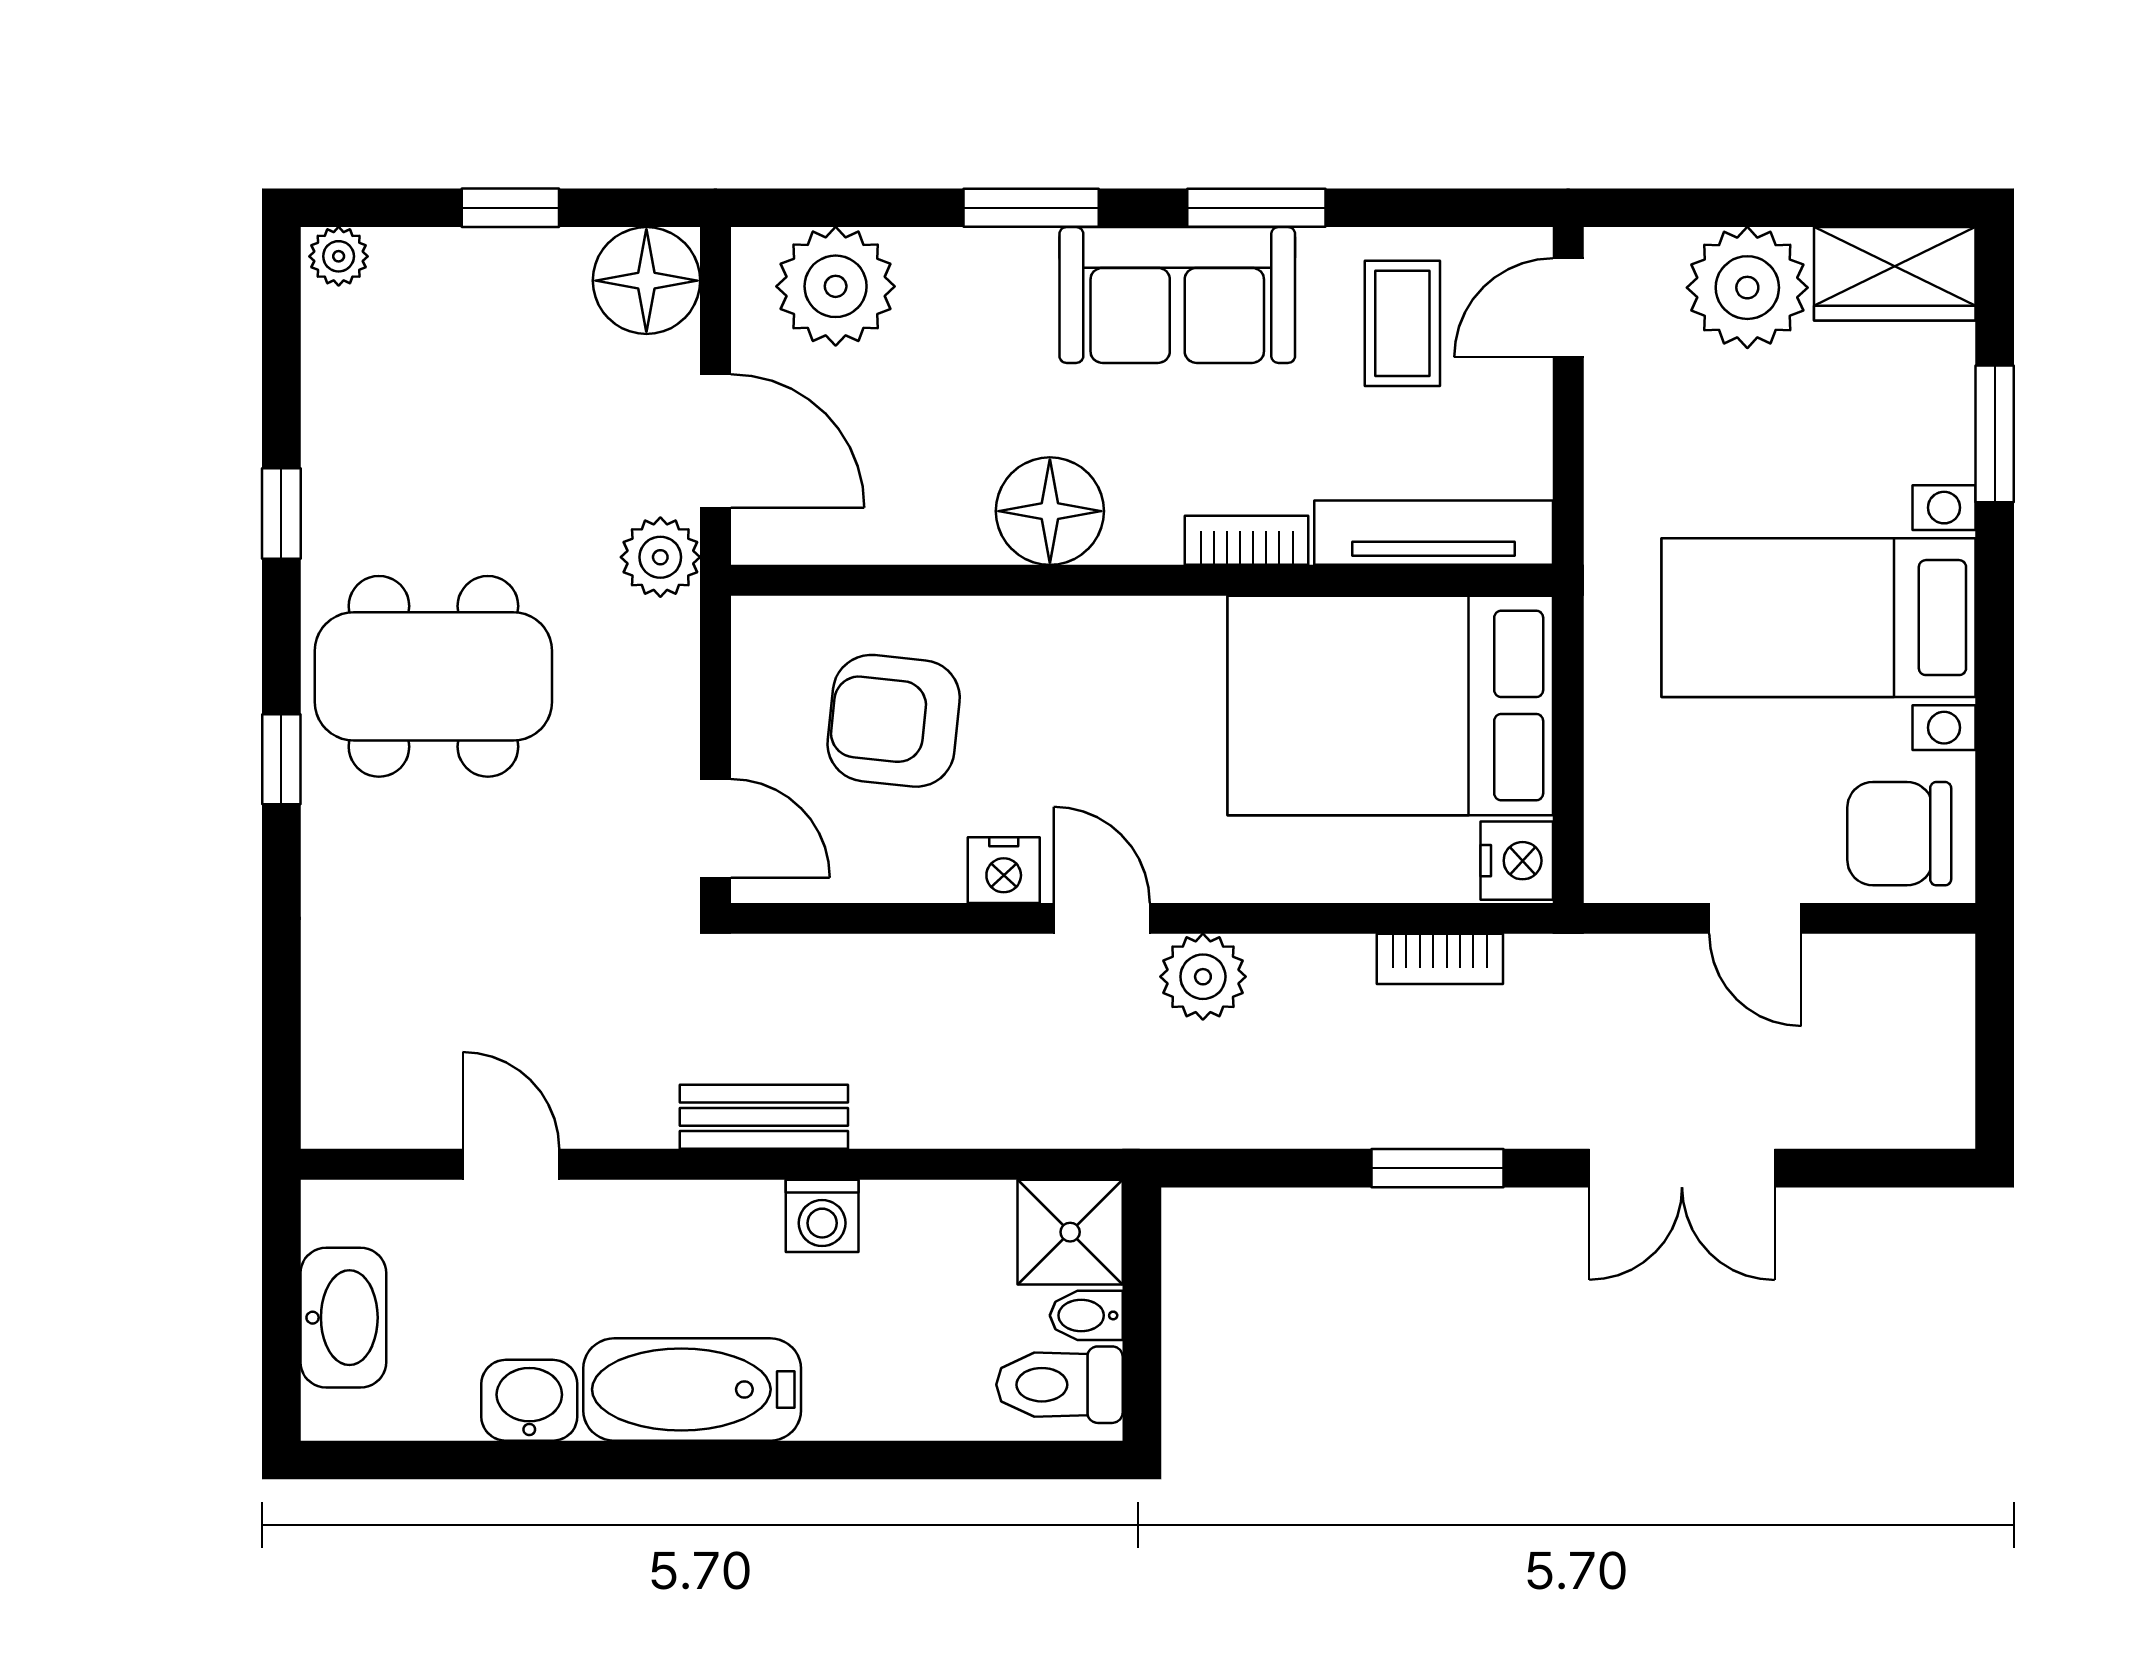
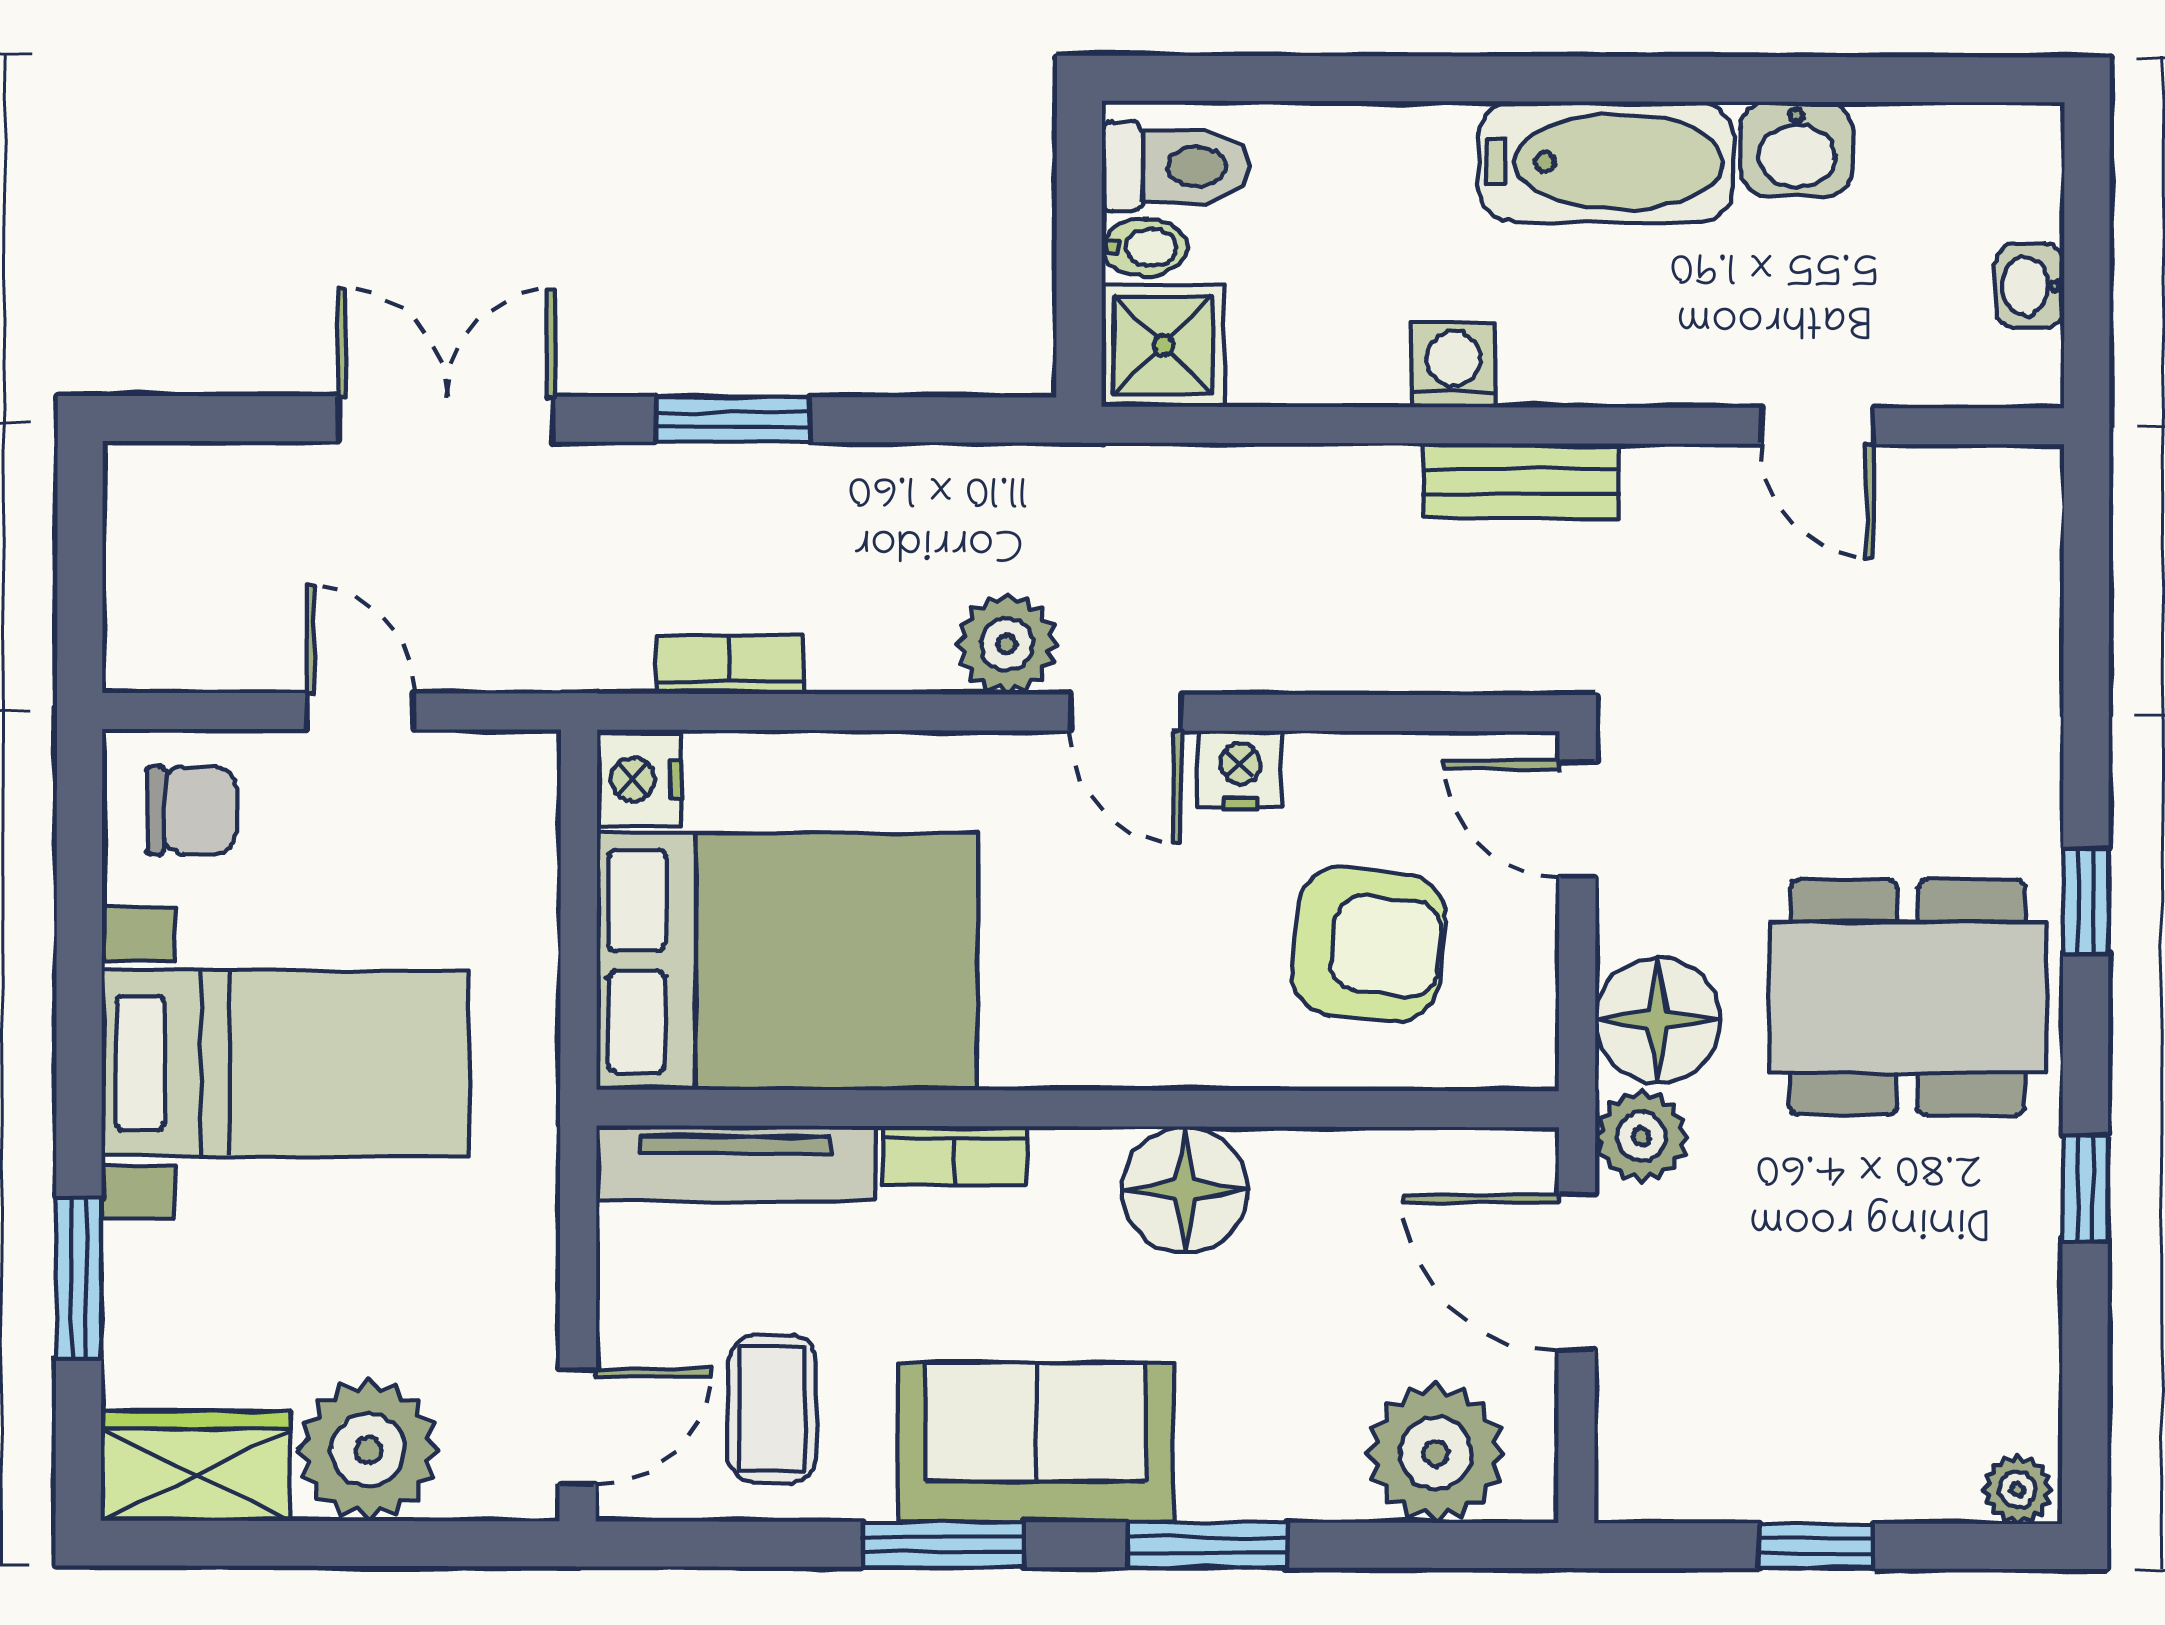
floor lamp: (646, 281) -> (1658, 1020), moved
chair: (1899, 834) -> (191, 810), width x0.73, depth x0.73
washbasin: (343, 1318) -> (2030, 286), width x0.52, depth x0.69

